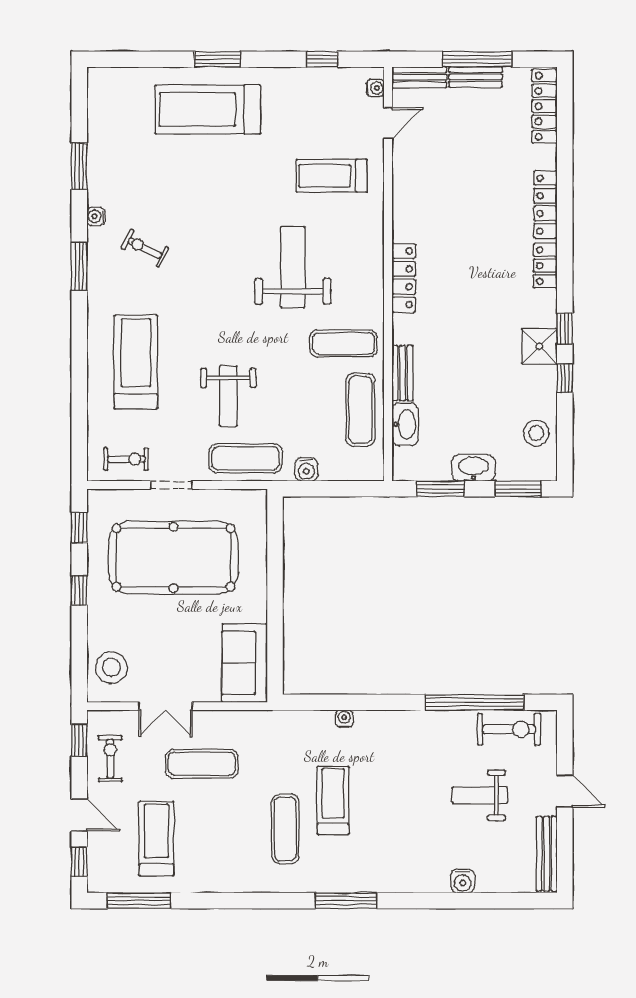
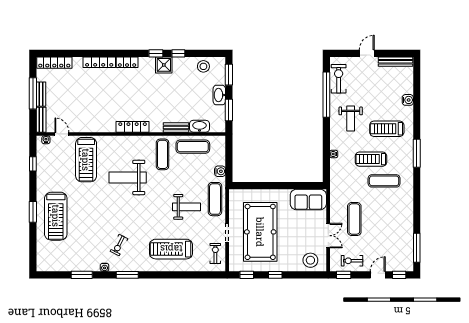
treadmill: (332, 176) -> (86, 160), width x1.37, depth x1.38
weight bench: (480, 795) -> (351, 118), moved
treadmill: (156, 838) -> (387, 129), moved

